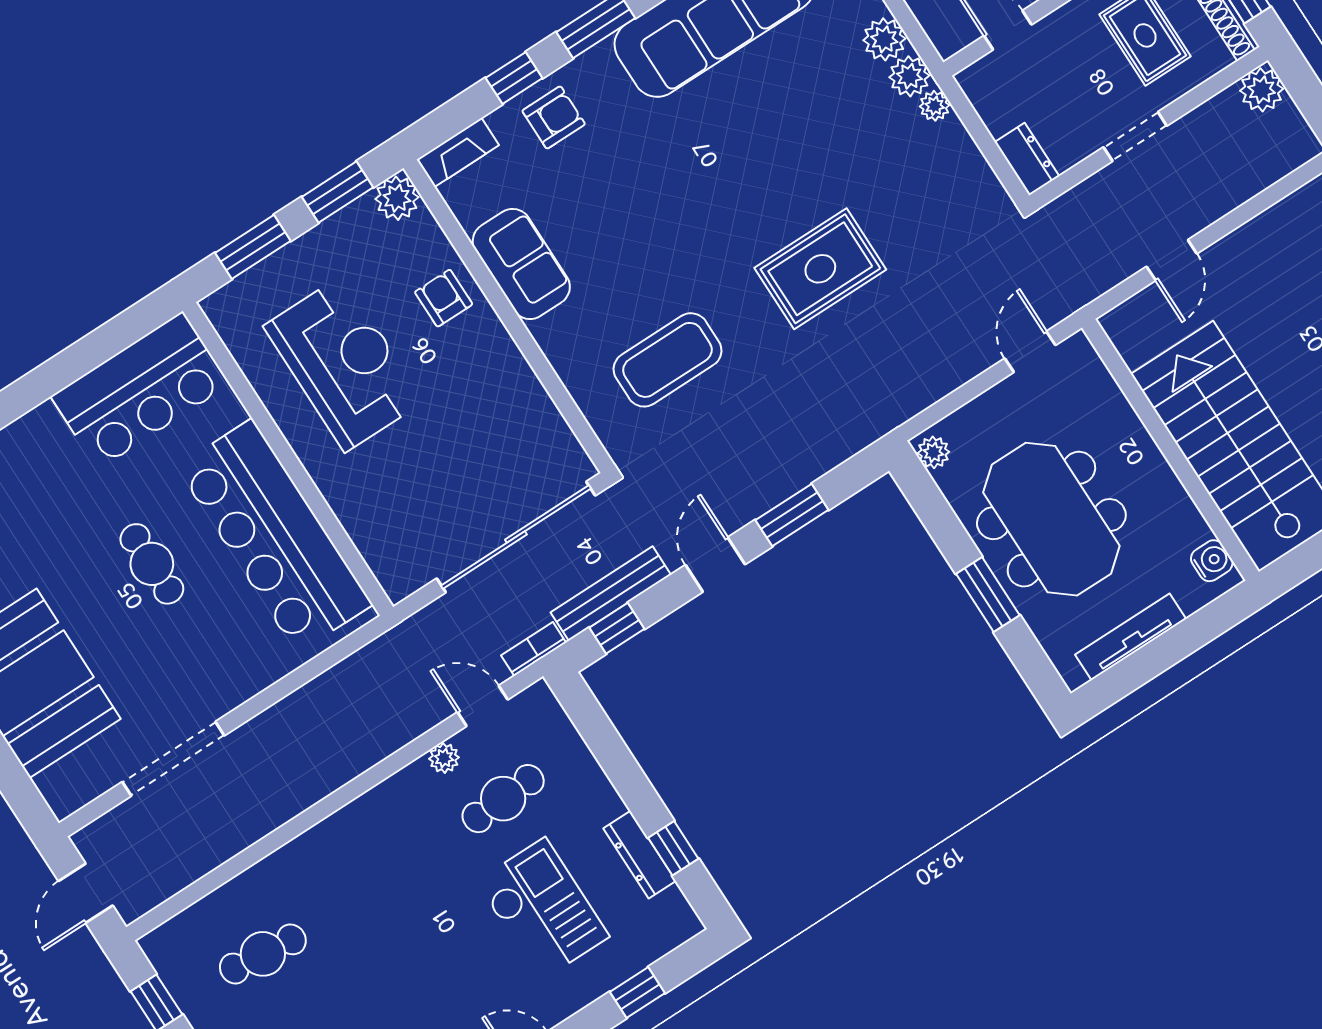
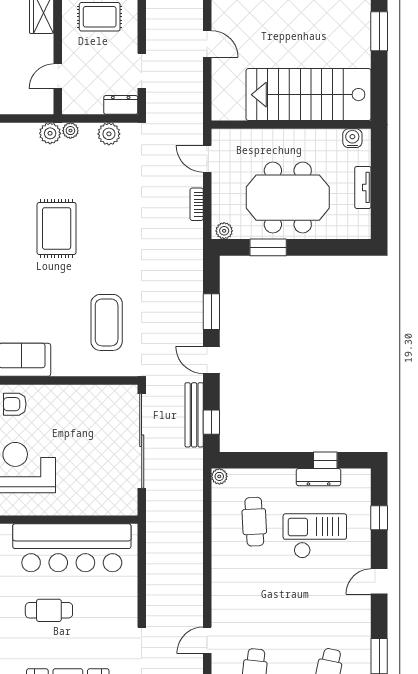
plant: (884, 39) -> (109, 134), moved
doorway: (1135, 136) -> (142, 71), moved
door: (1172, 260) -> (207, 44), moved
rug: (820, 269) -> (57, 228), moved
window: (988, 594) -> (268, 247), moved
tv unit: (1131, 637) -> (363, 187), width x0.71
bookcase: (534, 649) -> (197, 204), moved
door: (483, 706) -> (207, 640), moved
plant: (444, 758) -> (219, 476), moved

